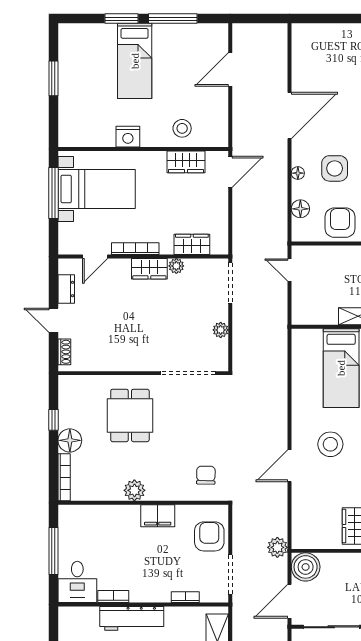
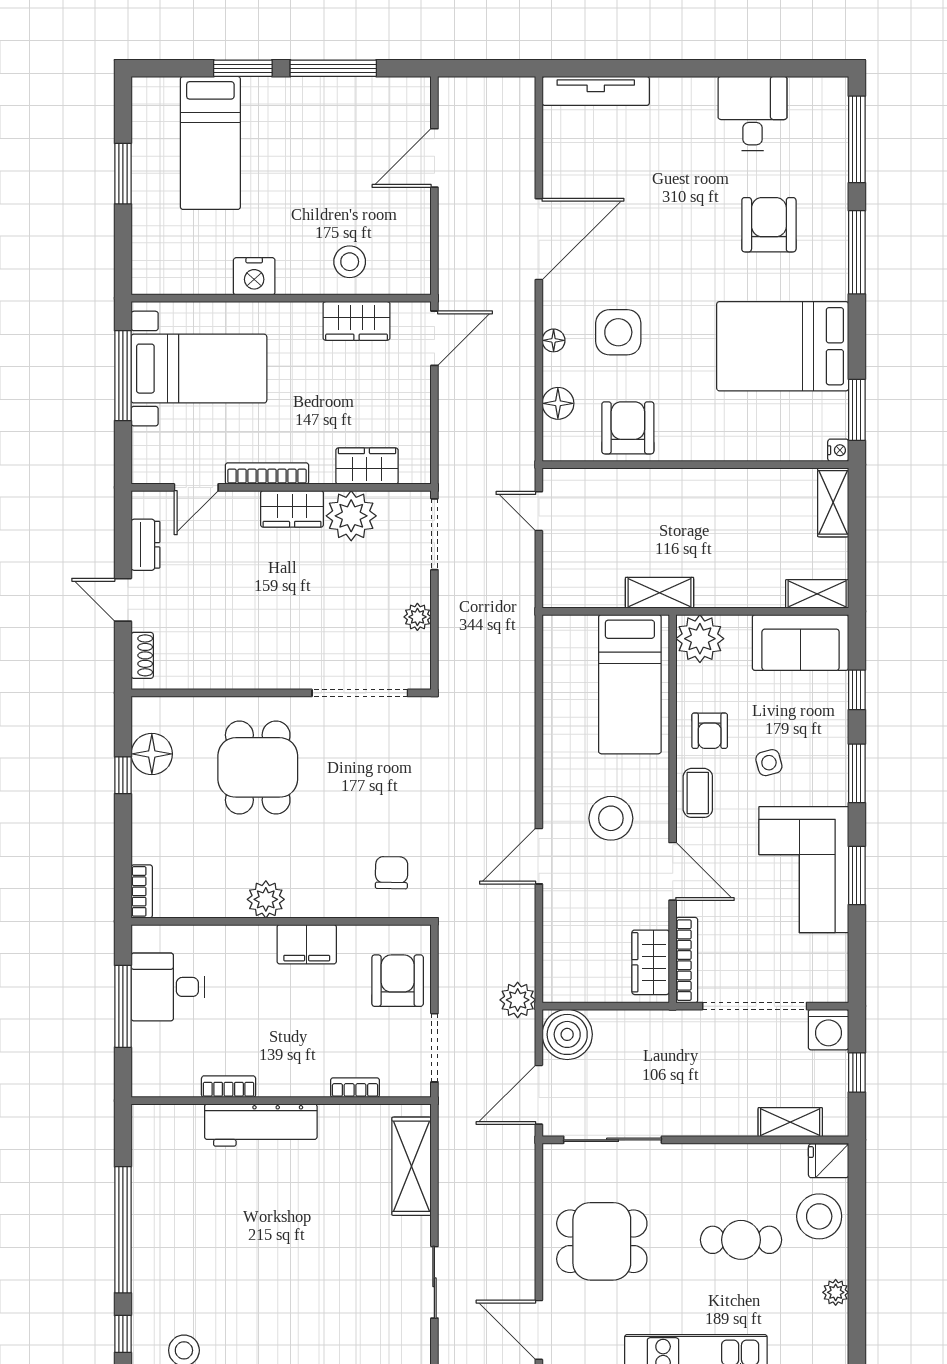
tv unit: (322, 31) -> (596, 91), added
bed: (135, 61) -> (210, 143), moved
plant: (176, 266) -> (351, 516), width x1.87, depth x1.87
floor lamp: (70, 440) -> (152, 754), moved
bookcase: (64, 477) -> (142, 891), width x0.64
desk: (77, 582) -> (168, 987), moved, turned 90

